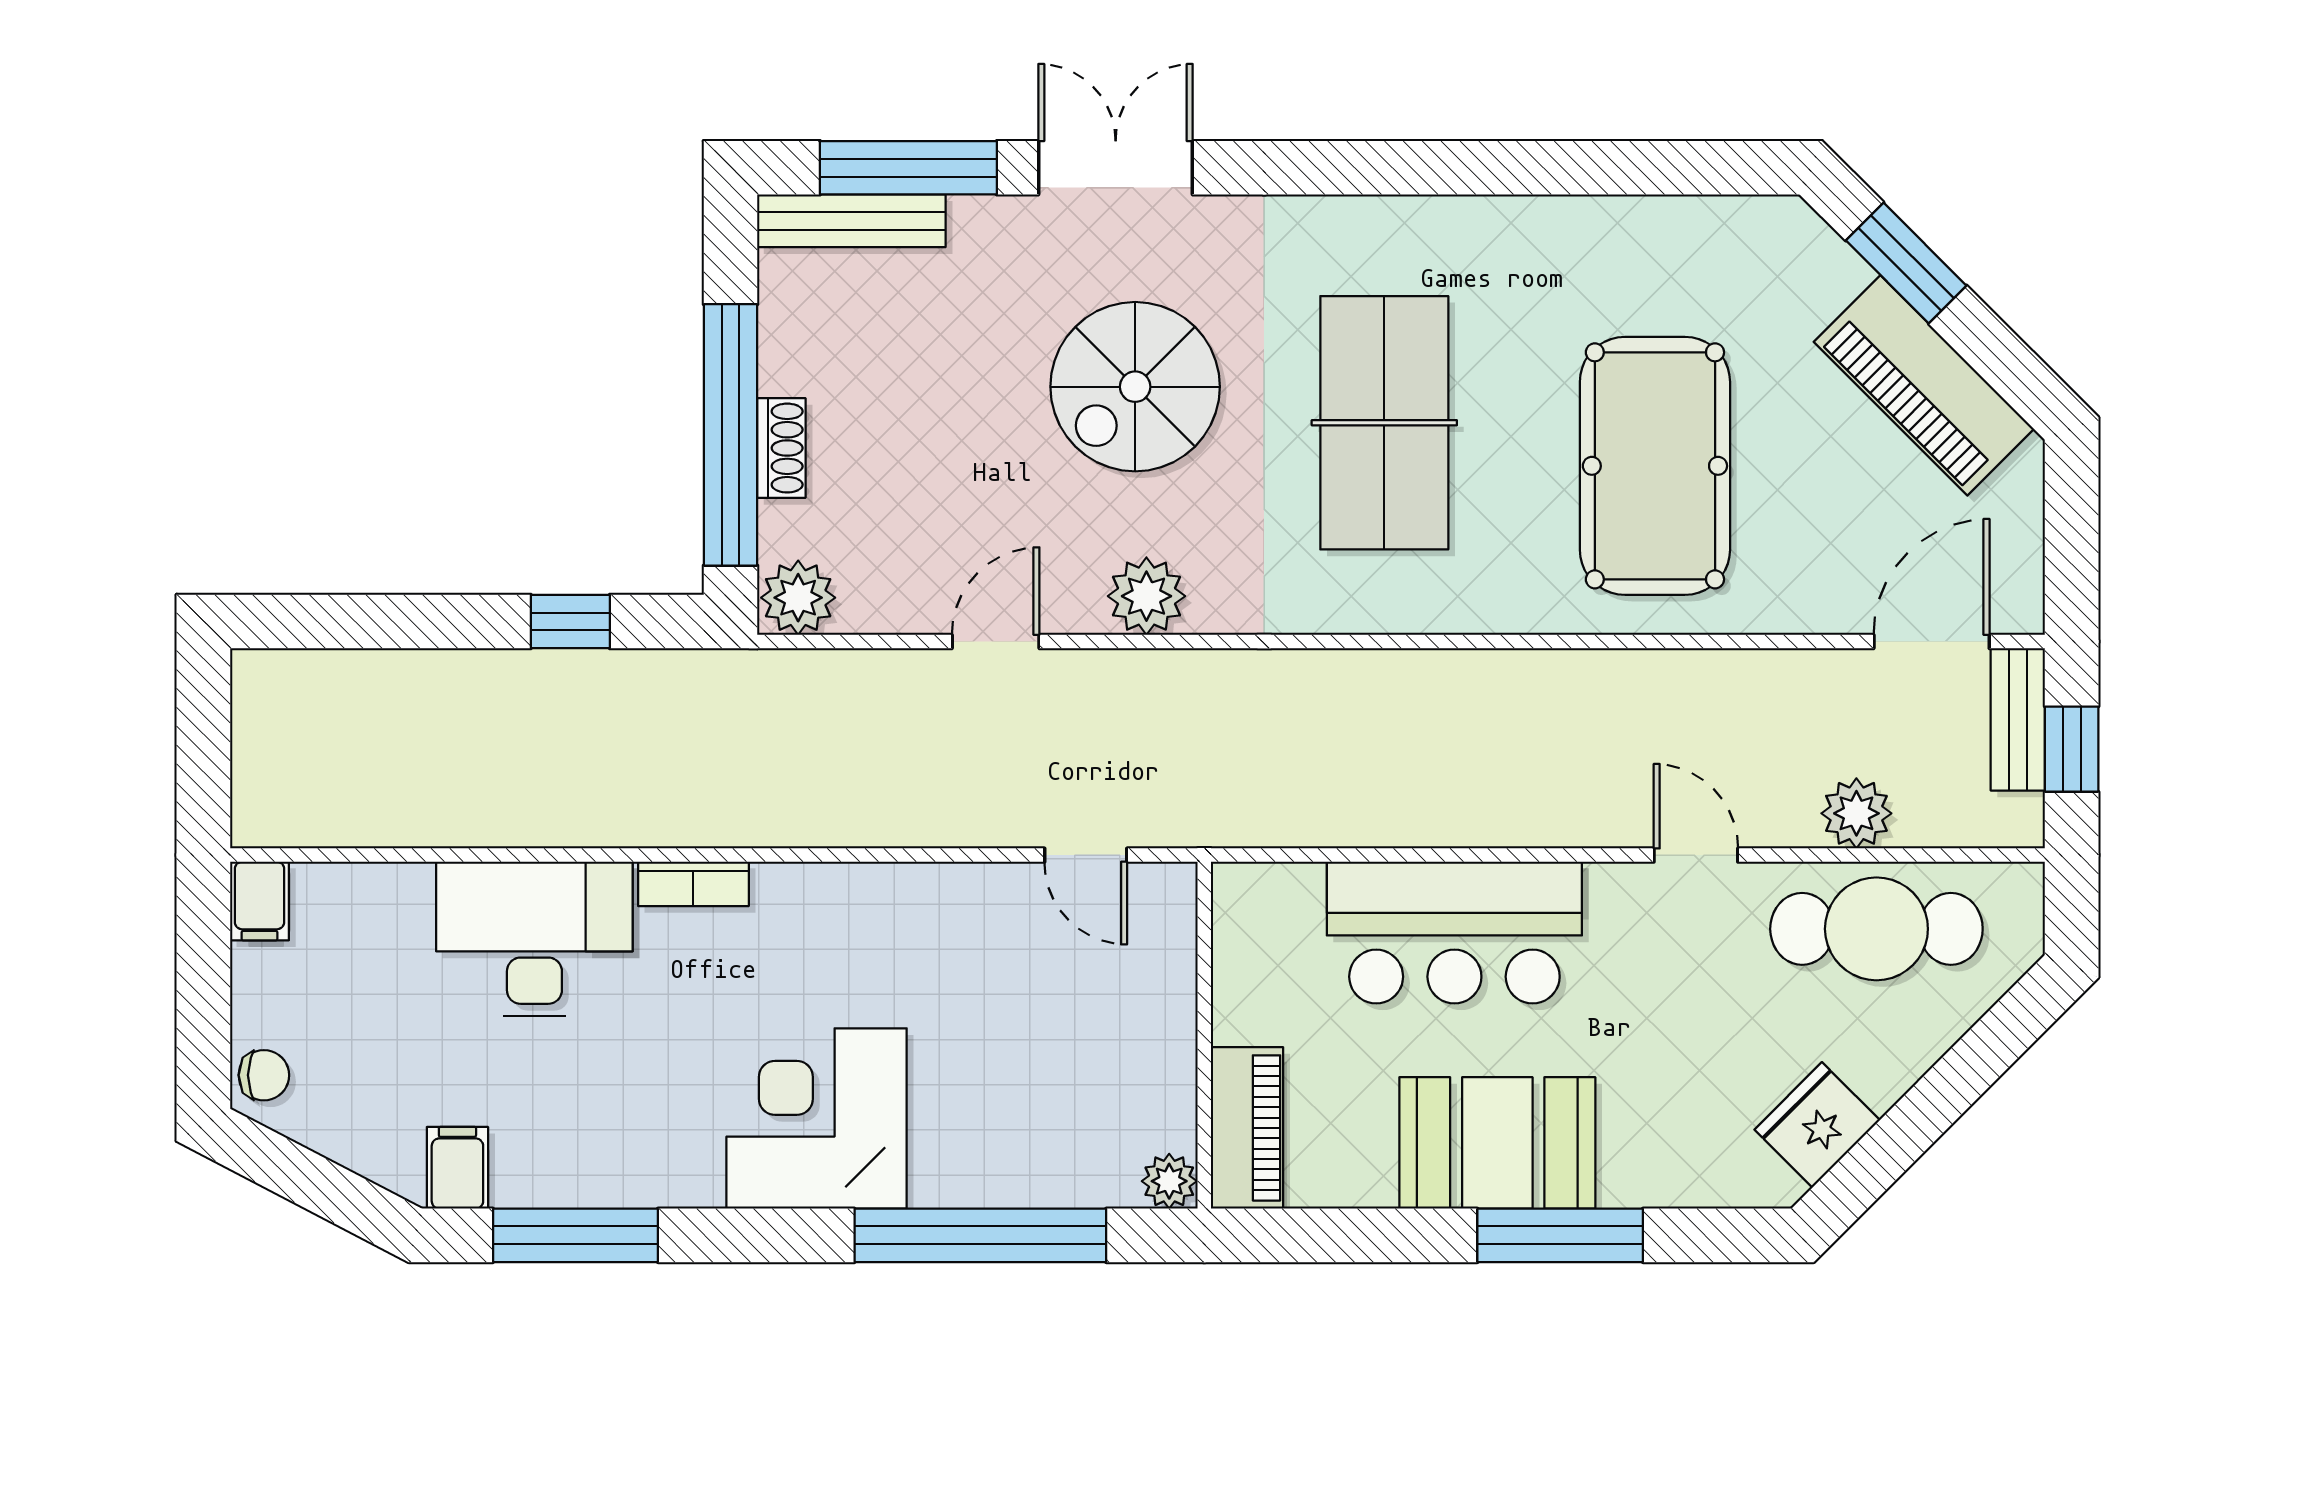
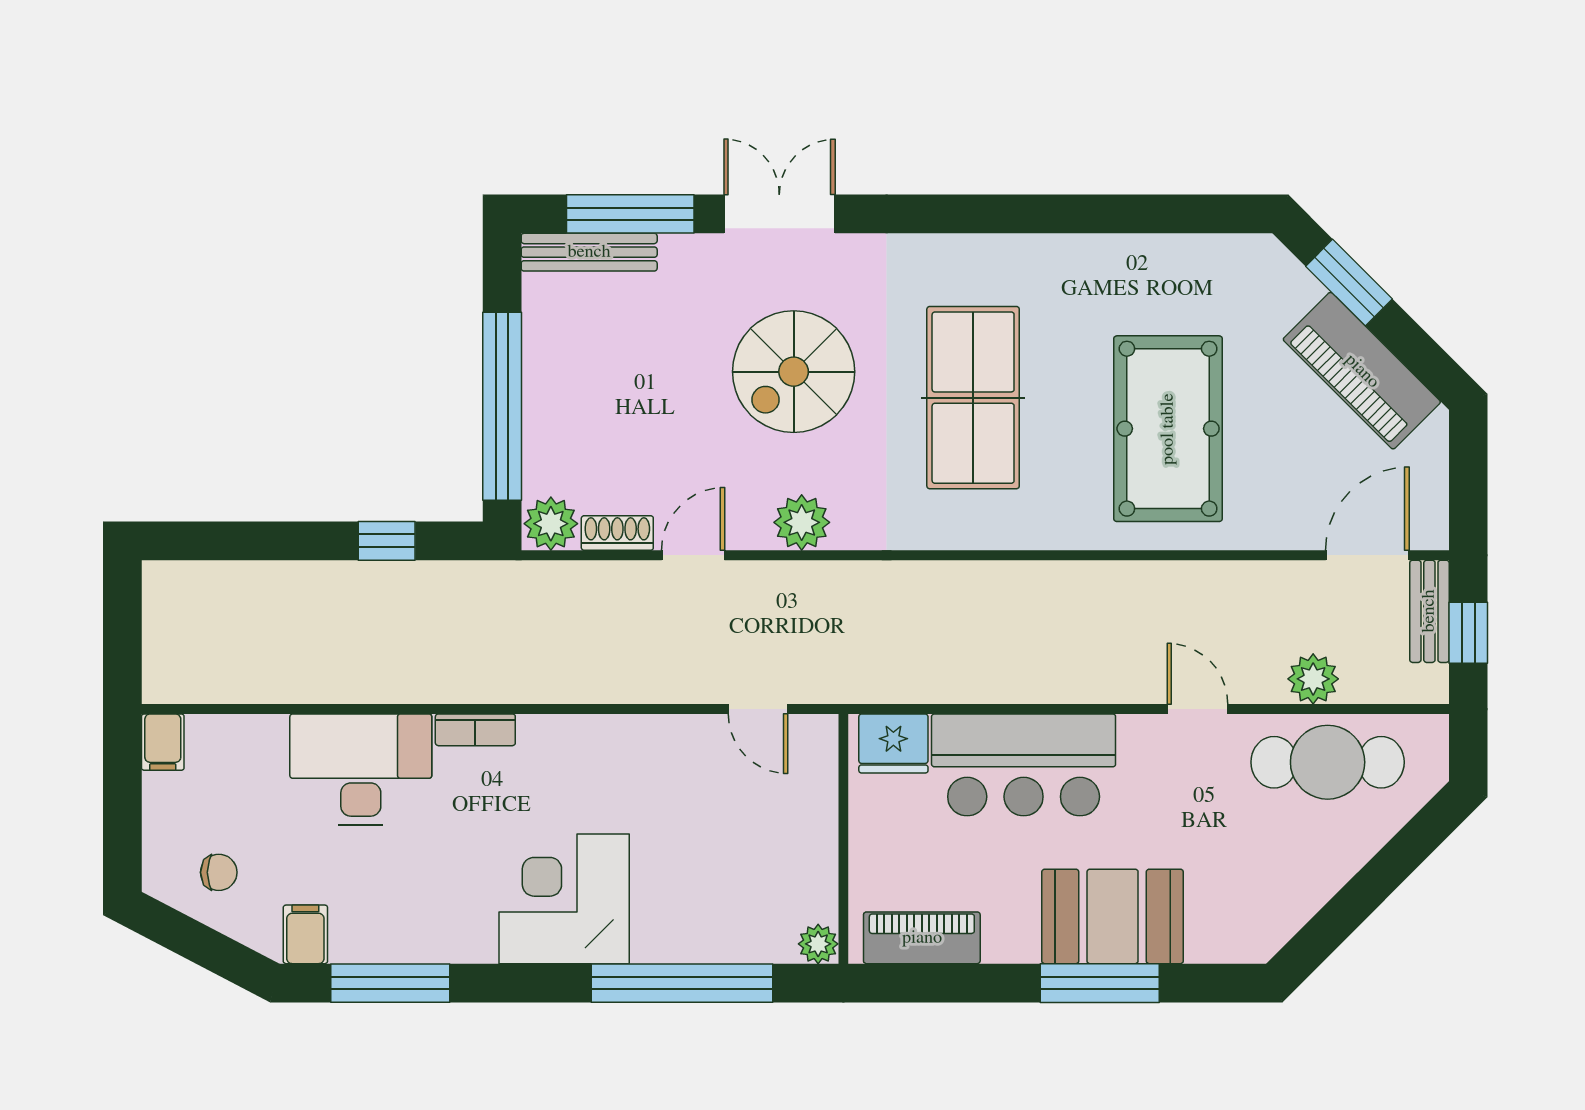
shoe rack: (781, 448) -> (617, 533), moved, turned -90
chair: (264, 1075) -> (219, 872), moved
fridge: (1817, 1125) -> (893, 743), moved, turned -135
piano: (1247, 1128) -> (922, 938), moved, turned -90
booth: (1497, 1143) -> (1113, 916), moved

